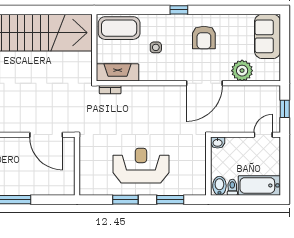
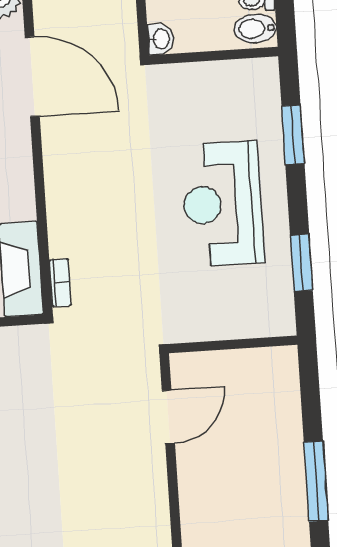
door: (46, 135) -> (168, 417), width x0.73
window: (125, 200) -> (301, 263), moved

